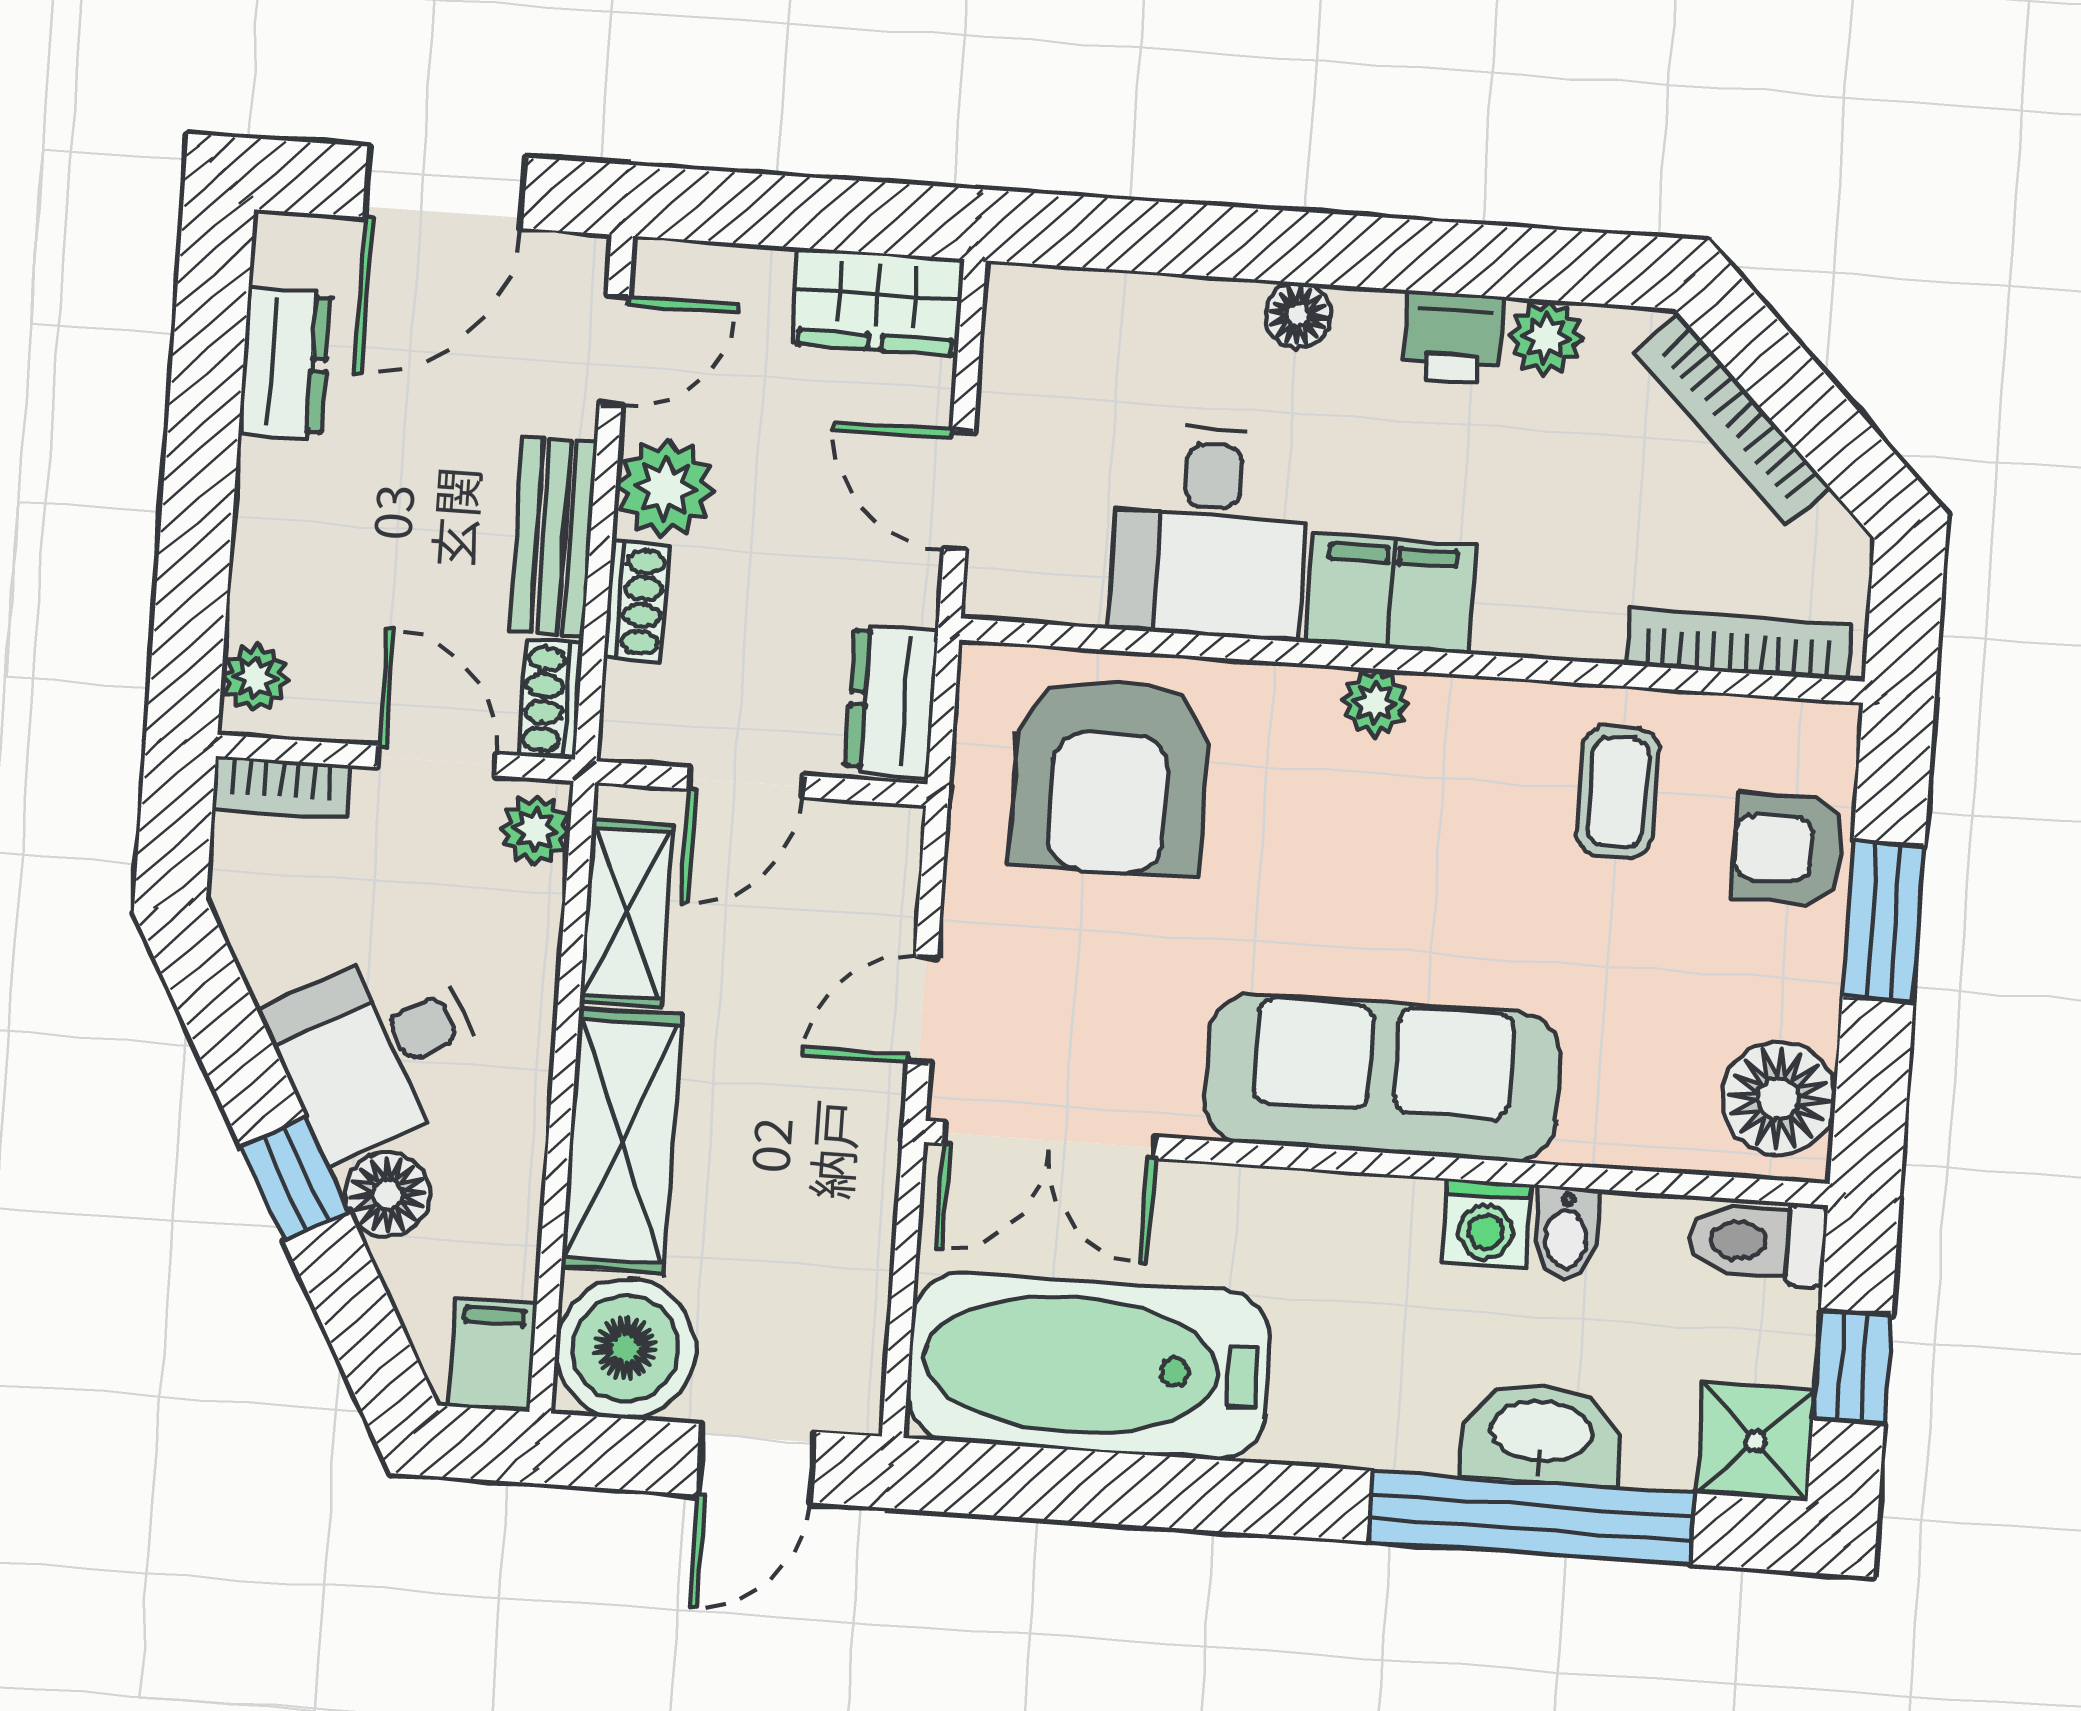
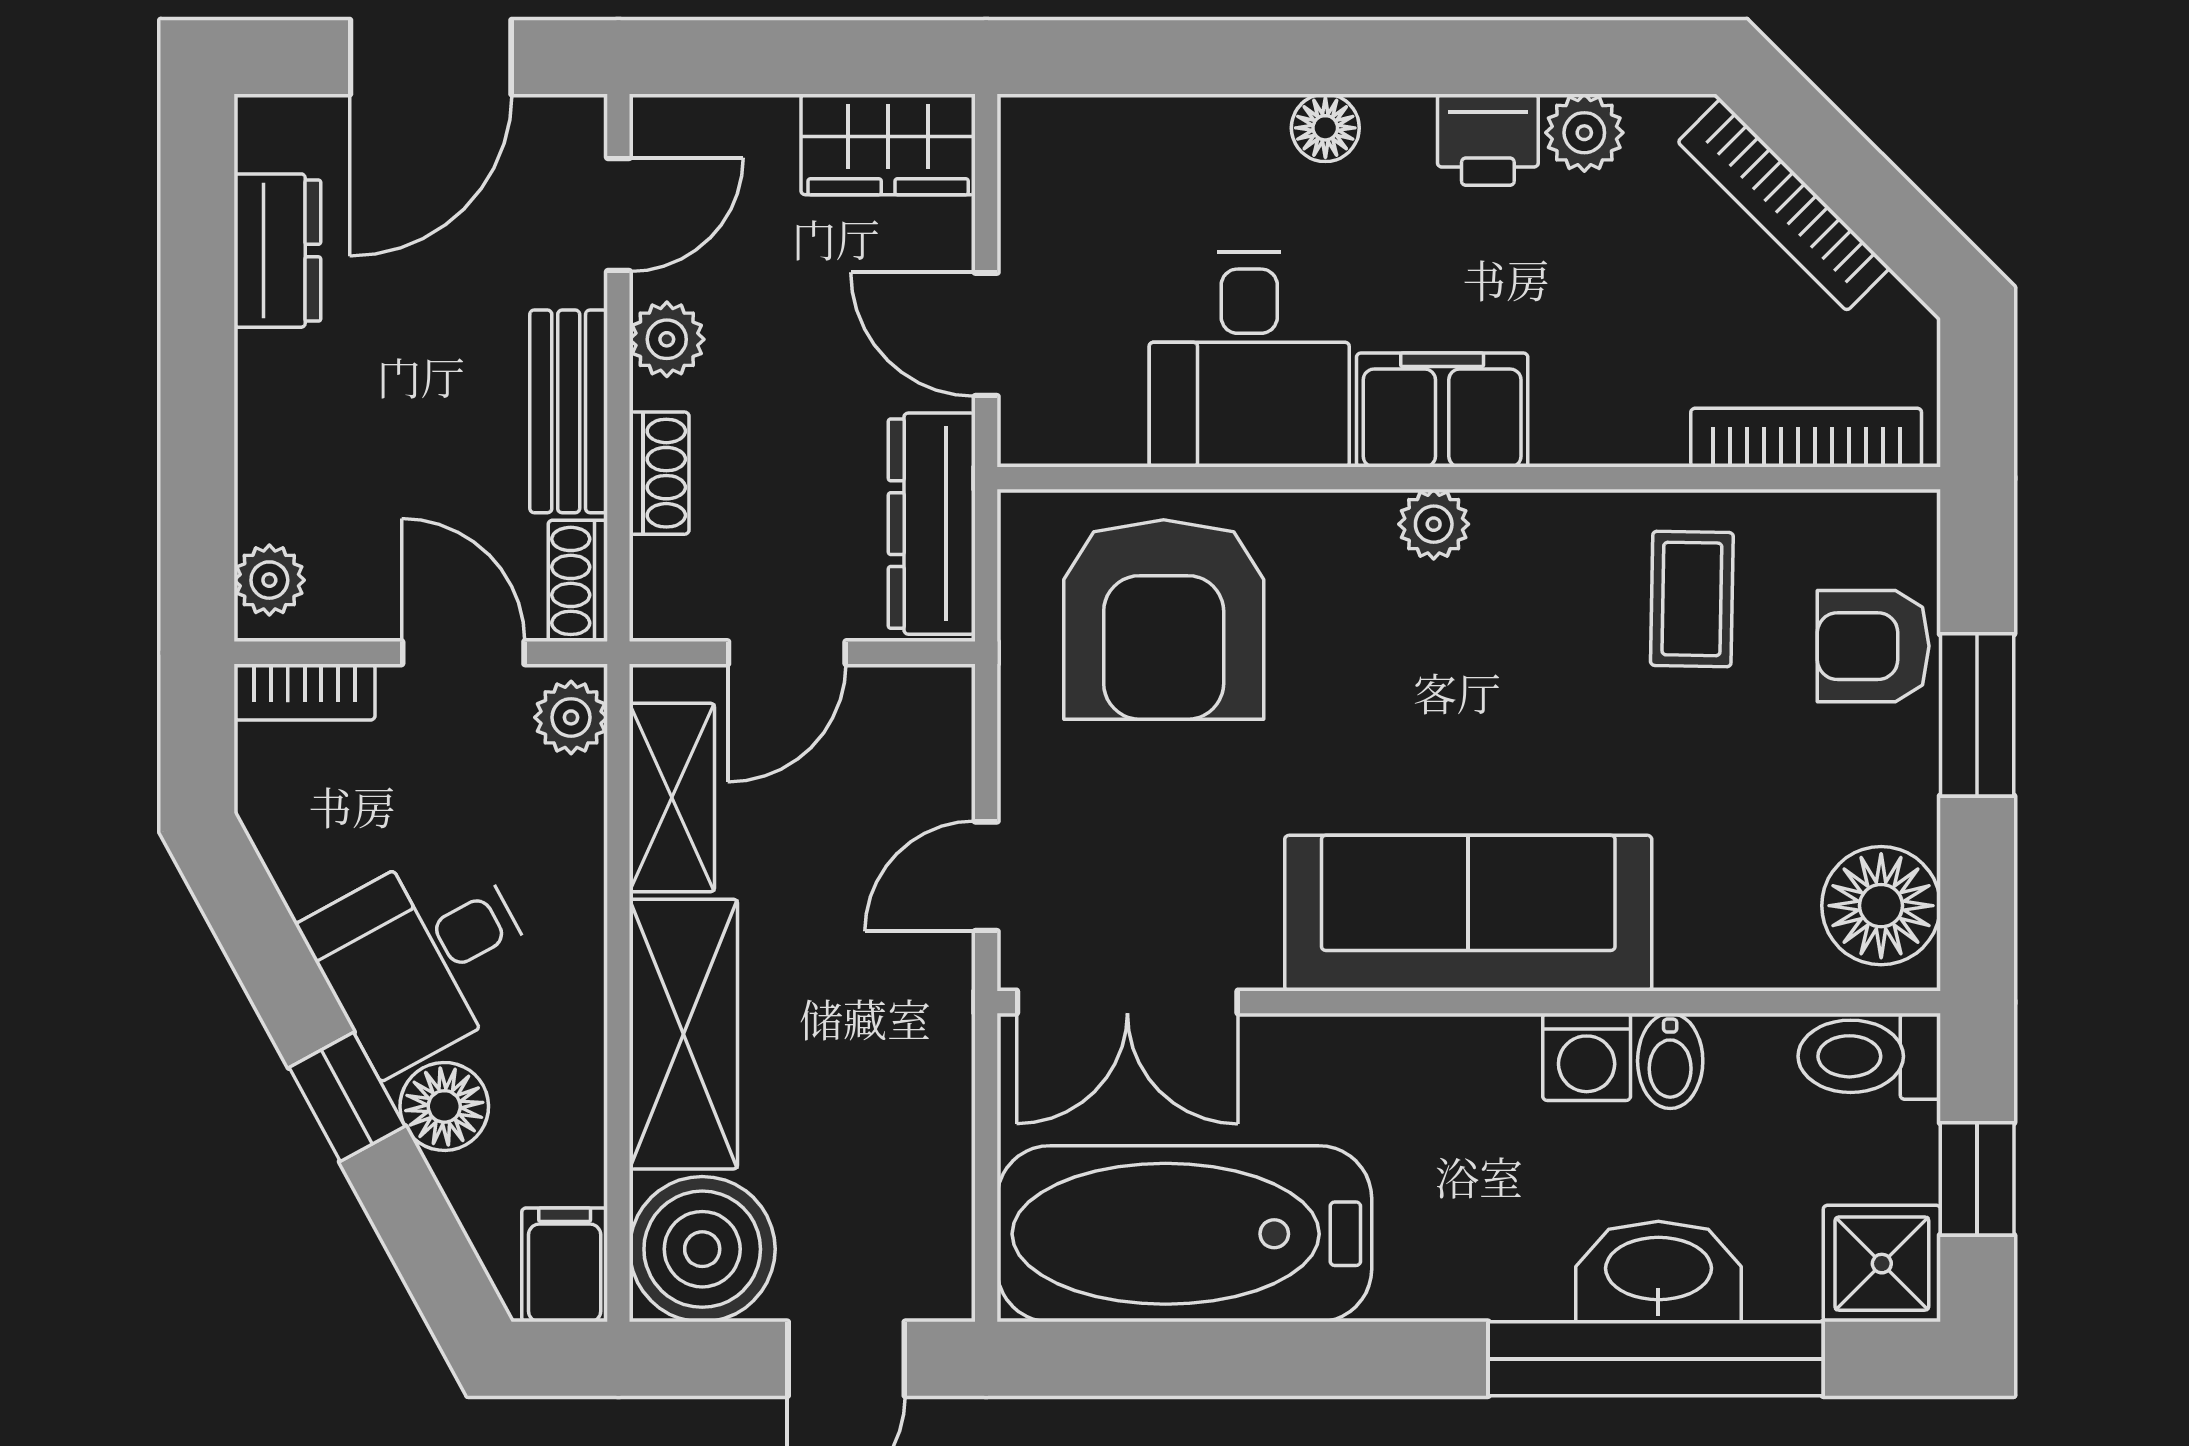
plant: (665, 488) -> (667, 339), width x0.73, depth x0.73
dresser: (892, 701) -> (932, 524), width x1.44

